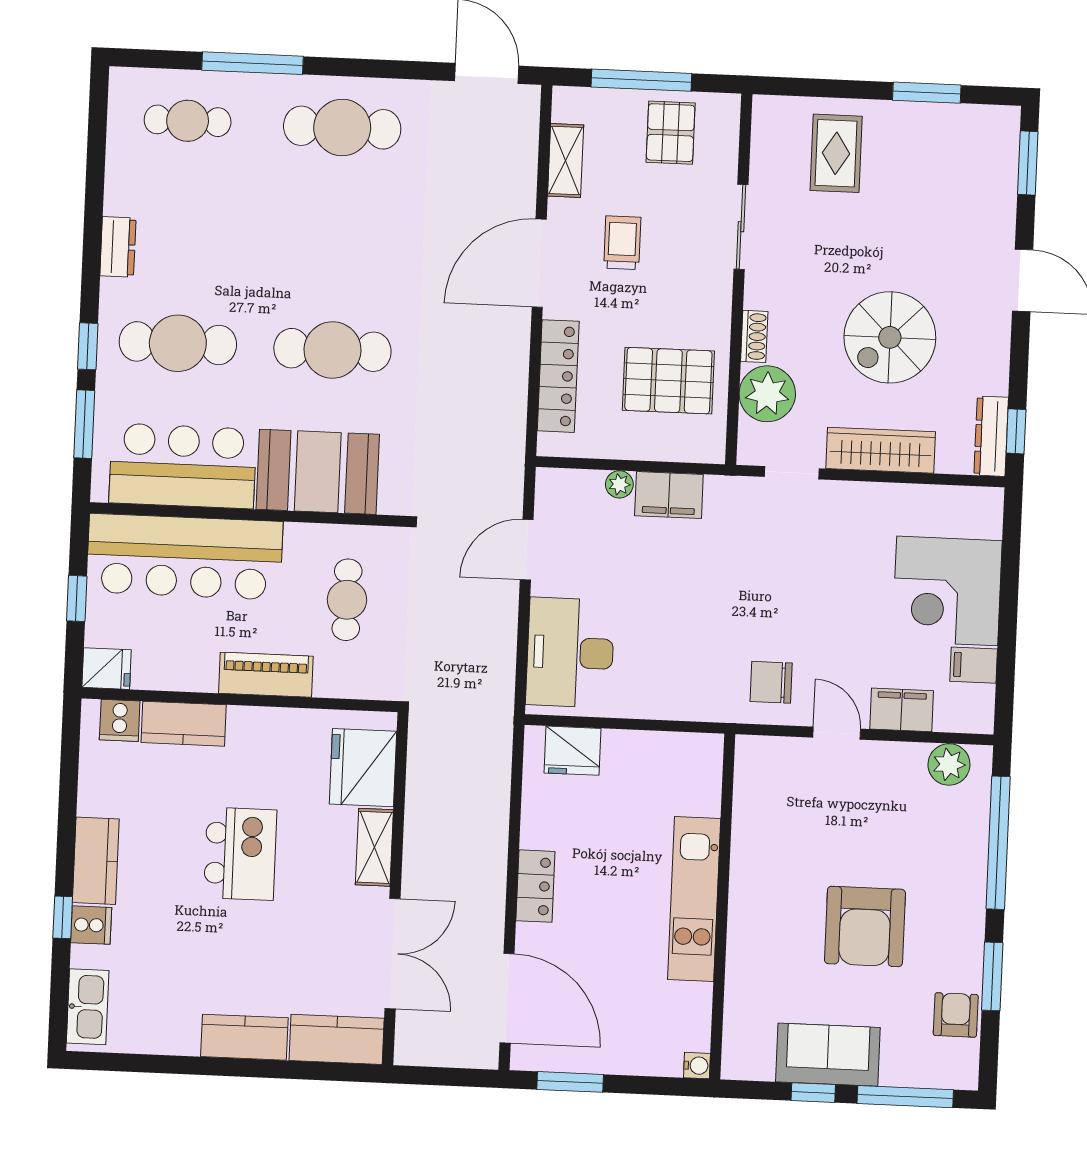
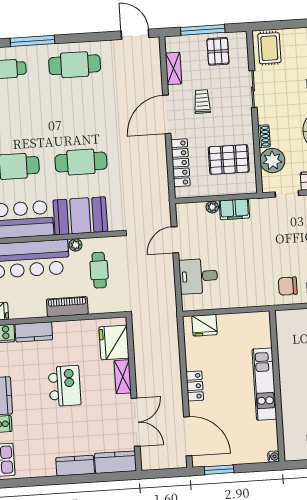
rug: (836, 153) -> (269, 48), moved
plant: (300, 537) -> (76, 245), added
desk: (570, 653) -> (198, 276), width x0.73

